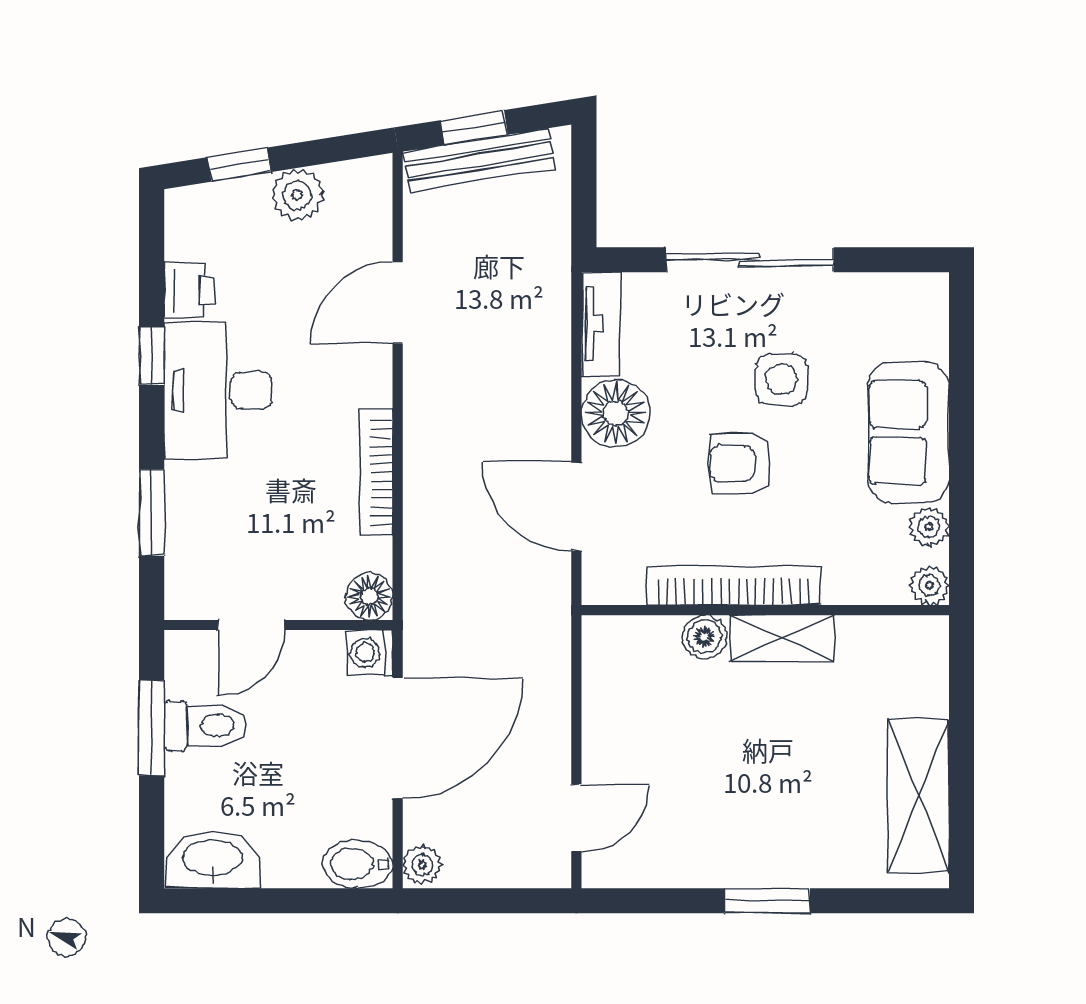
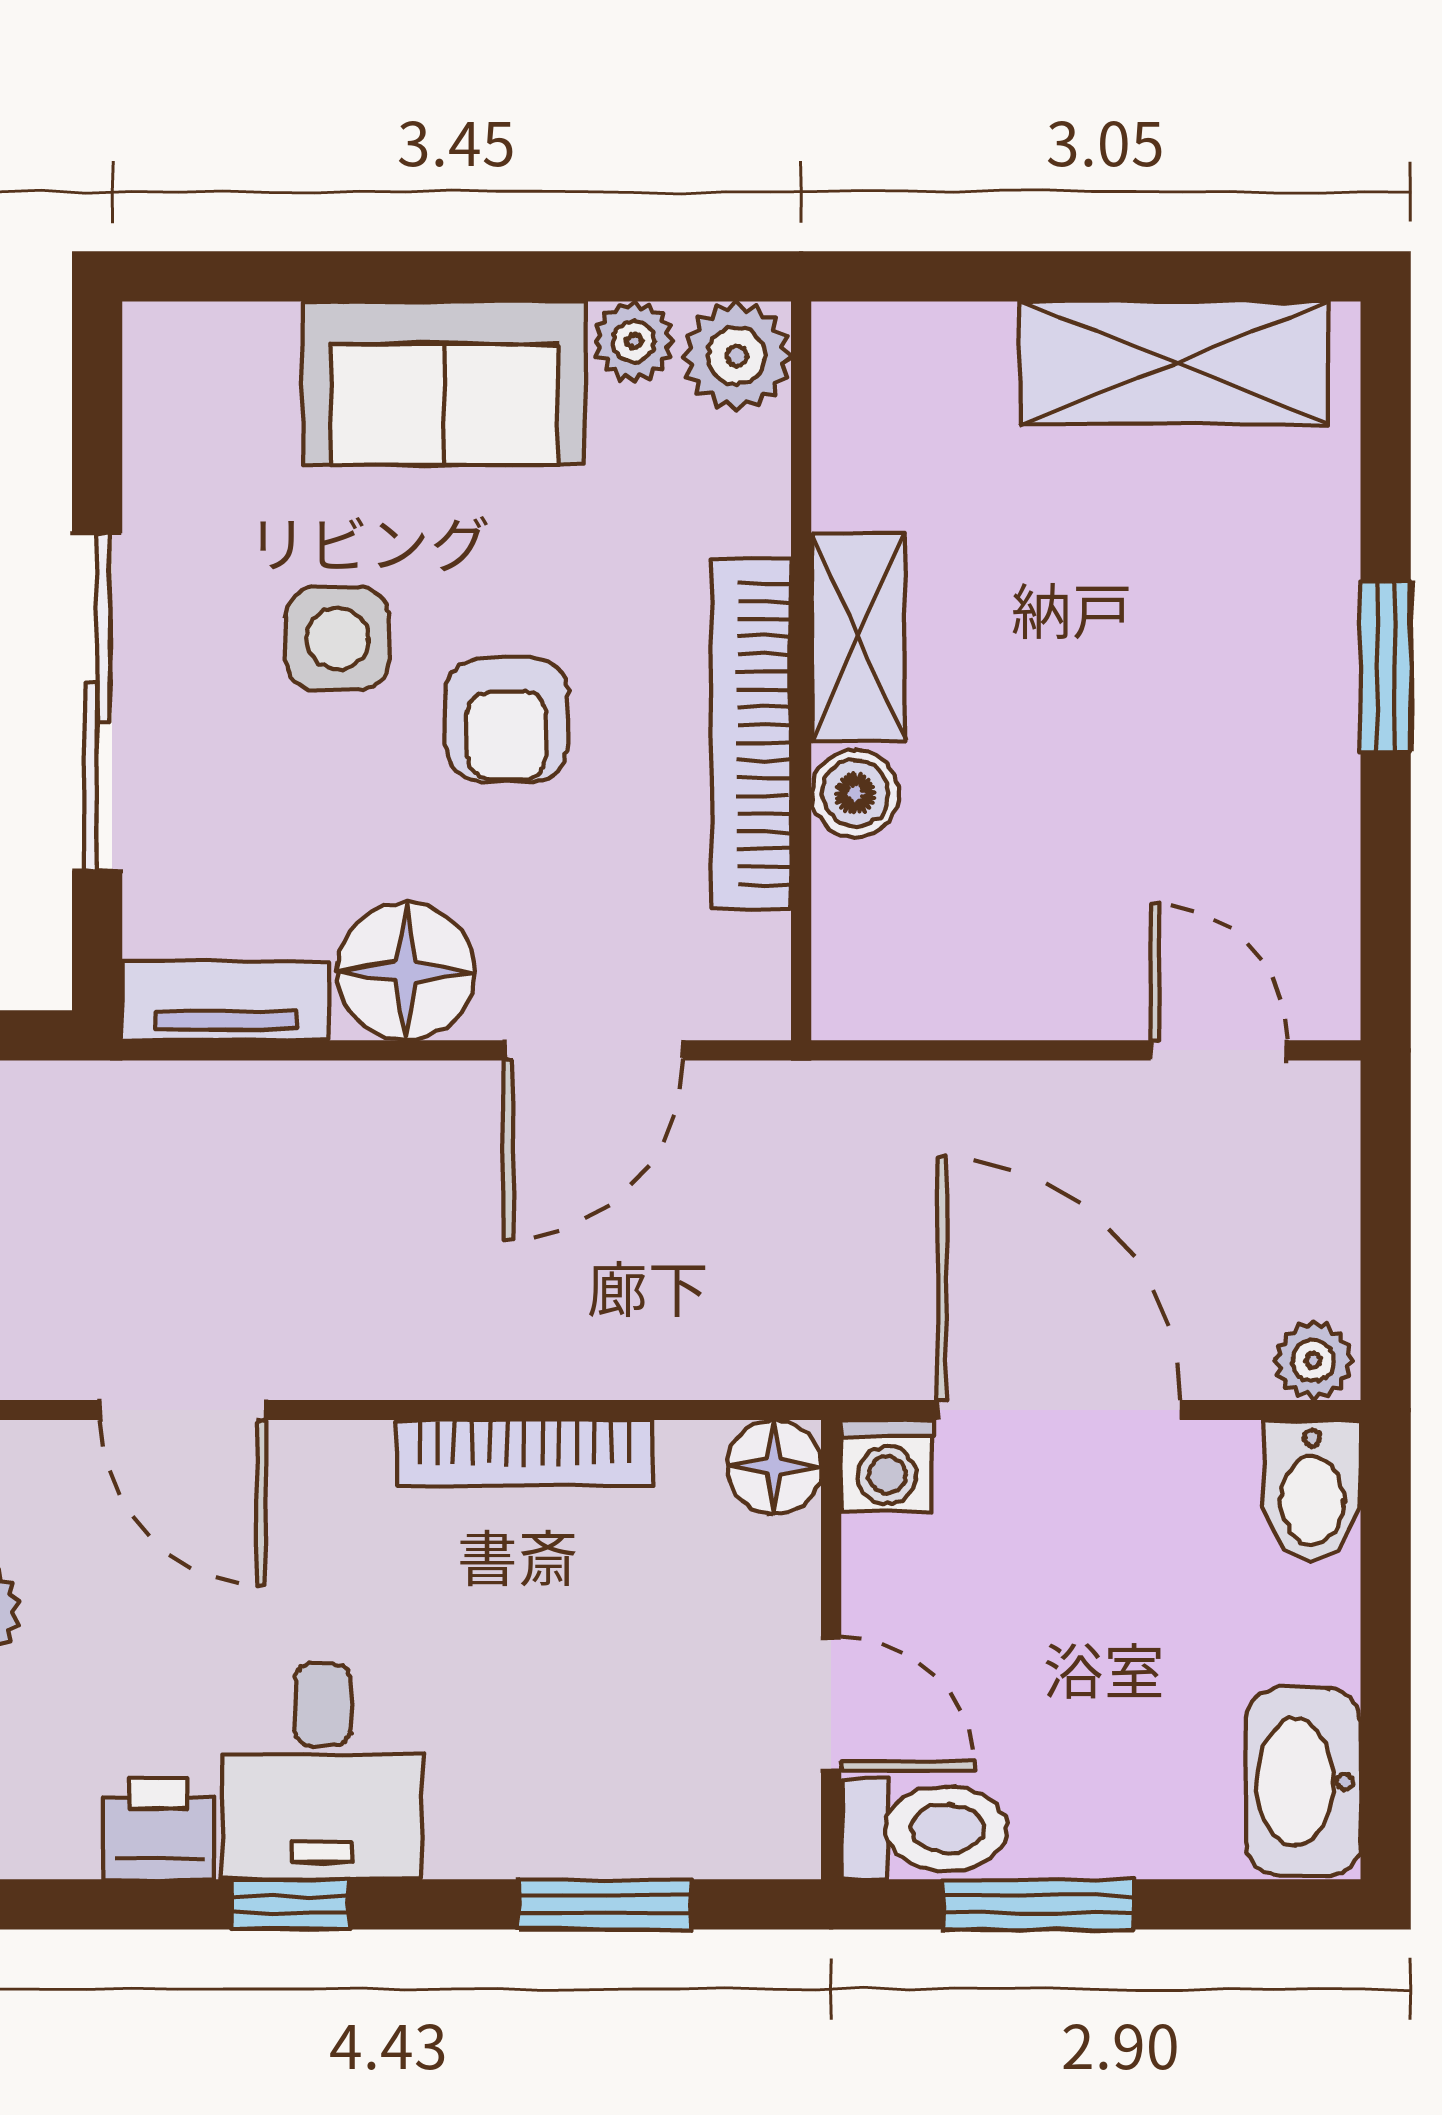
desk: (218, 390) -> (322, 1772), width x0.73
plant: (929, 585) -> (737, 356), width x1.38, depth x1.38
toilet: (205, 726) -> (924, 1829), moved, turned 90

